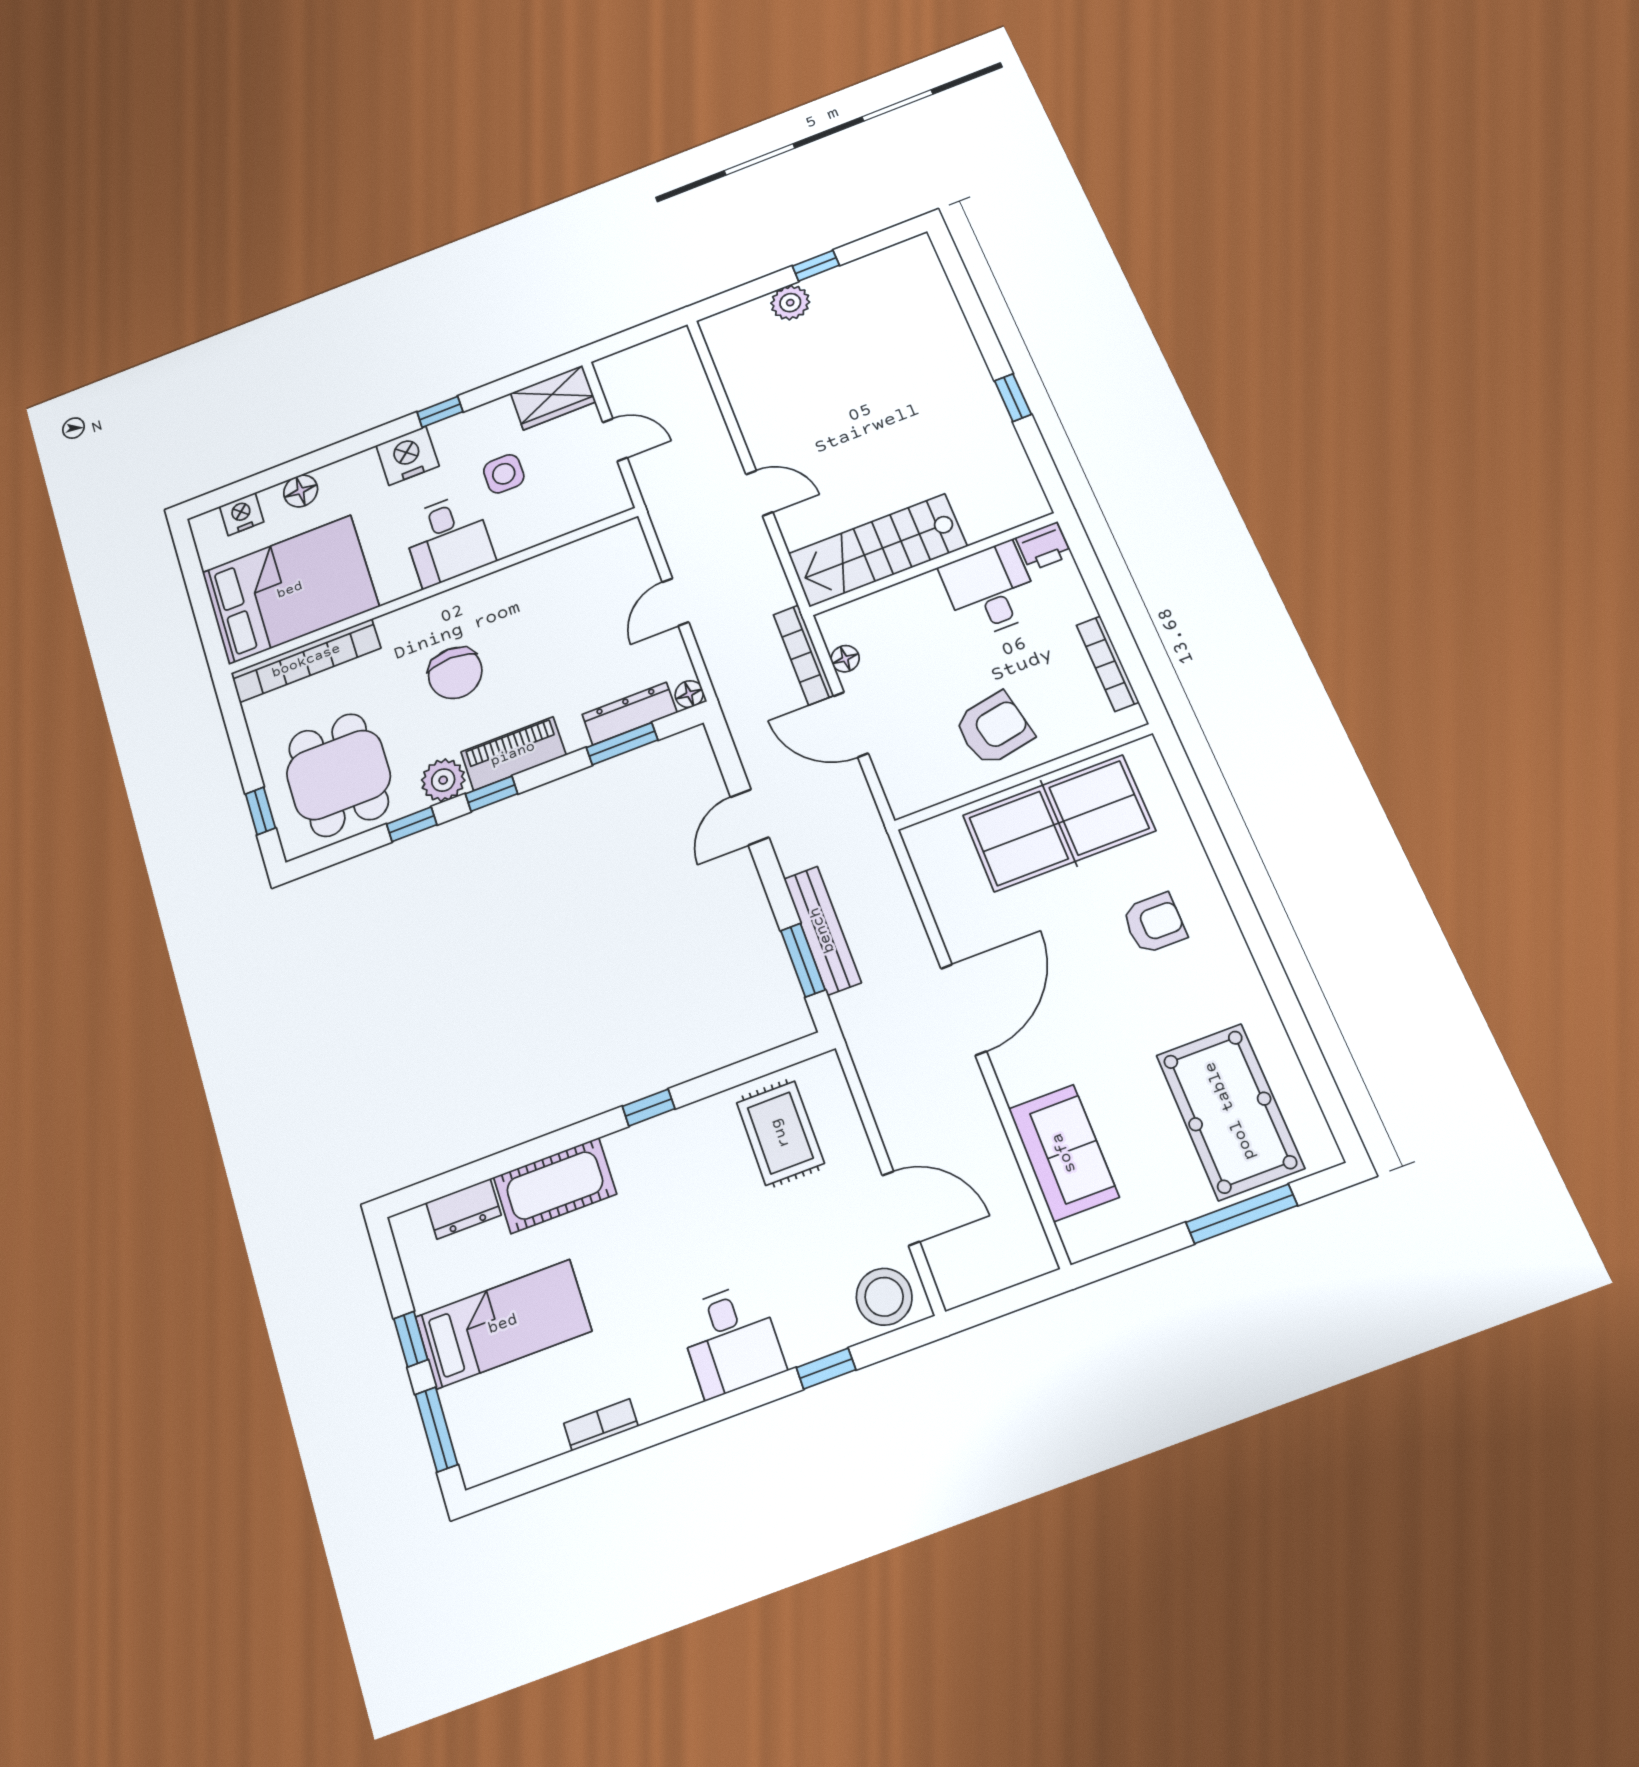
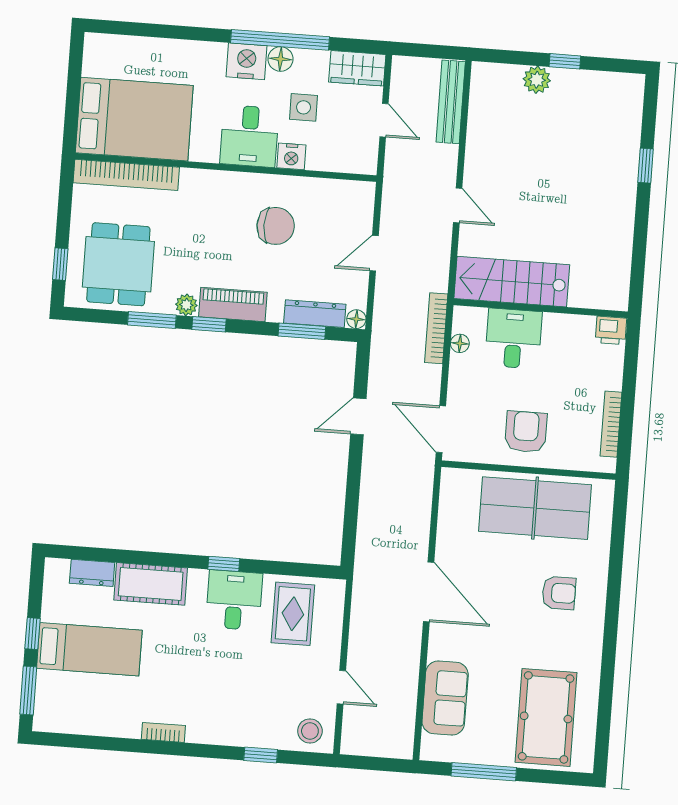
window: (1013, 398) -> (646, 166), moved
window: (440, 412) -> (280, 40), width x3.17
floor lamp: (301, 491) -> (280, 59), moved
nightstand: (242, 514) -> (291, 156), moved, turned 180
desk: (990, 590) -> (514, 338), moved
chair: (455, 673) -> (276, 226), moved, turned -90
door: (851, 725) -> (441, 429), moved
armchair: (994, 729) -> (526, 432), turned -79
plant: (443, 780) -> (186, 305), width x0.73, depth x0.73
window: (412, 824) -> (152, 320), width x1.50
bench: (822, 930) -> (451, 102), moved
window: (803, 960) -> (351, 519), removed
door: (964, 1010) -> (429, 592), hinge flipped
door: (901, 1208) -> (341, 687), width x0.73
window: (1242, 1214) -> (484, 772), moved
stool: (884, 1297) -> (310, 731), width x0.73, depth x0.73
desk: (731, 1340) -> (234, 600), moved, turned 180
bookcase: (601, 1425) -> (163, 732), moved

